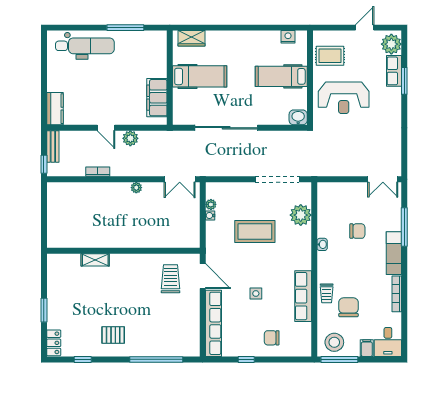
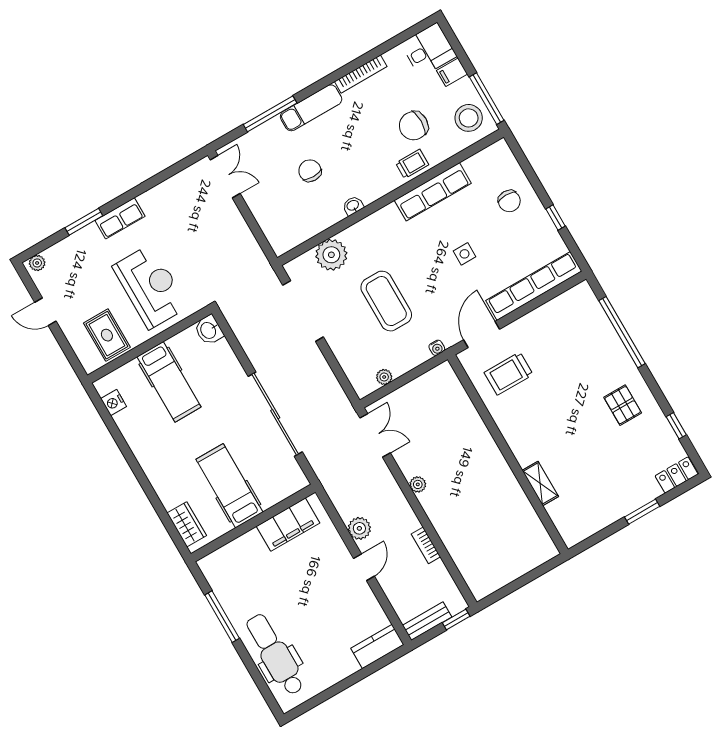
plant: (391, 44) -> (37, 263), width x0.53, depth x0.53
row of seats: (394, 71) -> (120, 218), moved
water cooler: (210, 215) -> (437, 348), moved

